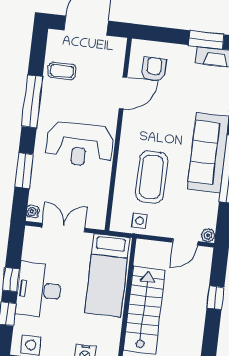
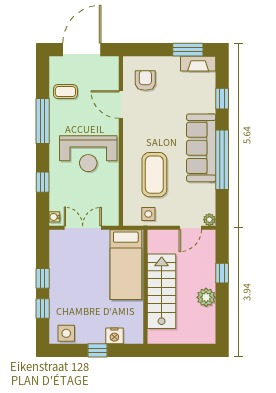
door: (123, 93) -> (121, 104), swing flipped
window: (24, 171) -> (43, 182), width x0.67
desk: (39, 290) -> (68, 284), removed
plant: (194, 323) -> (206, 297), added

